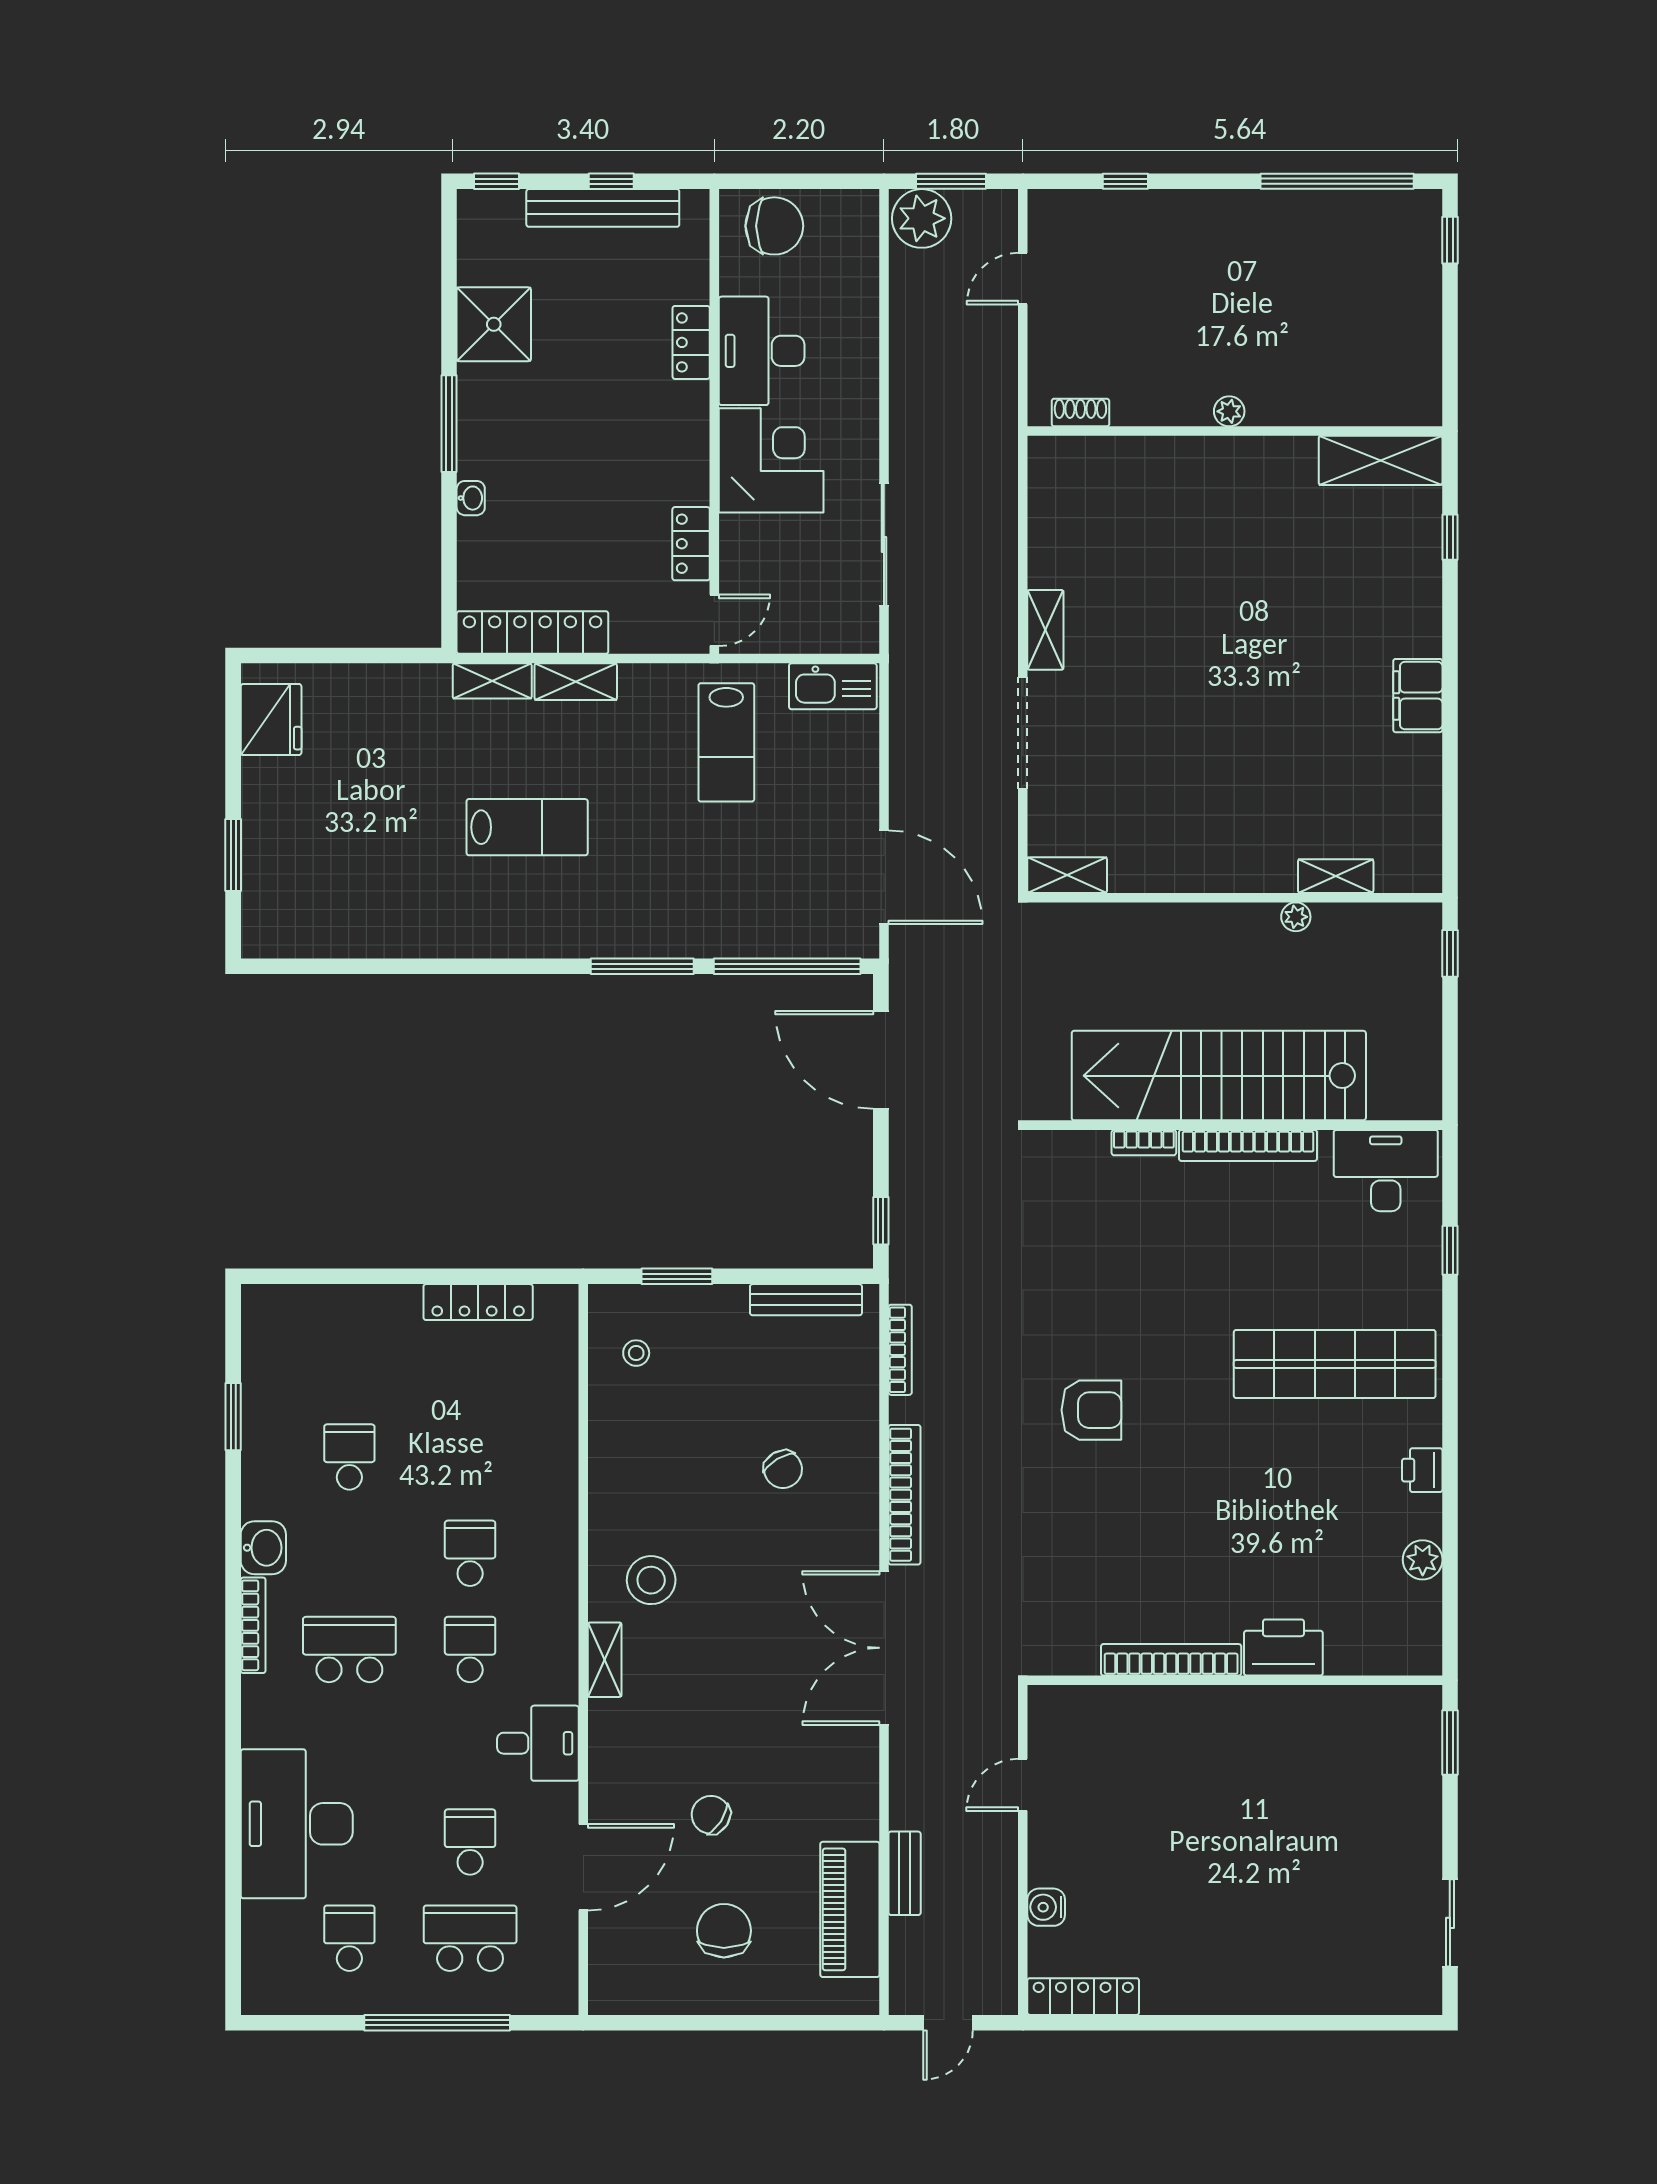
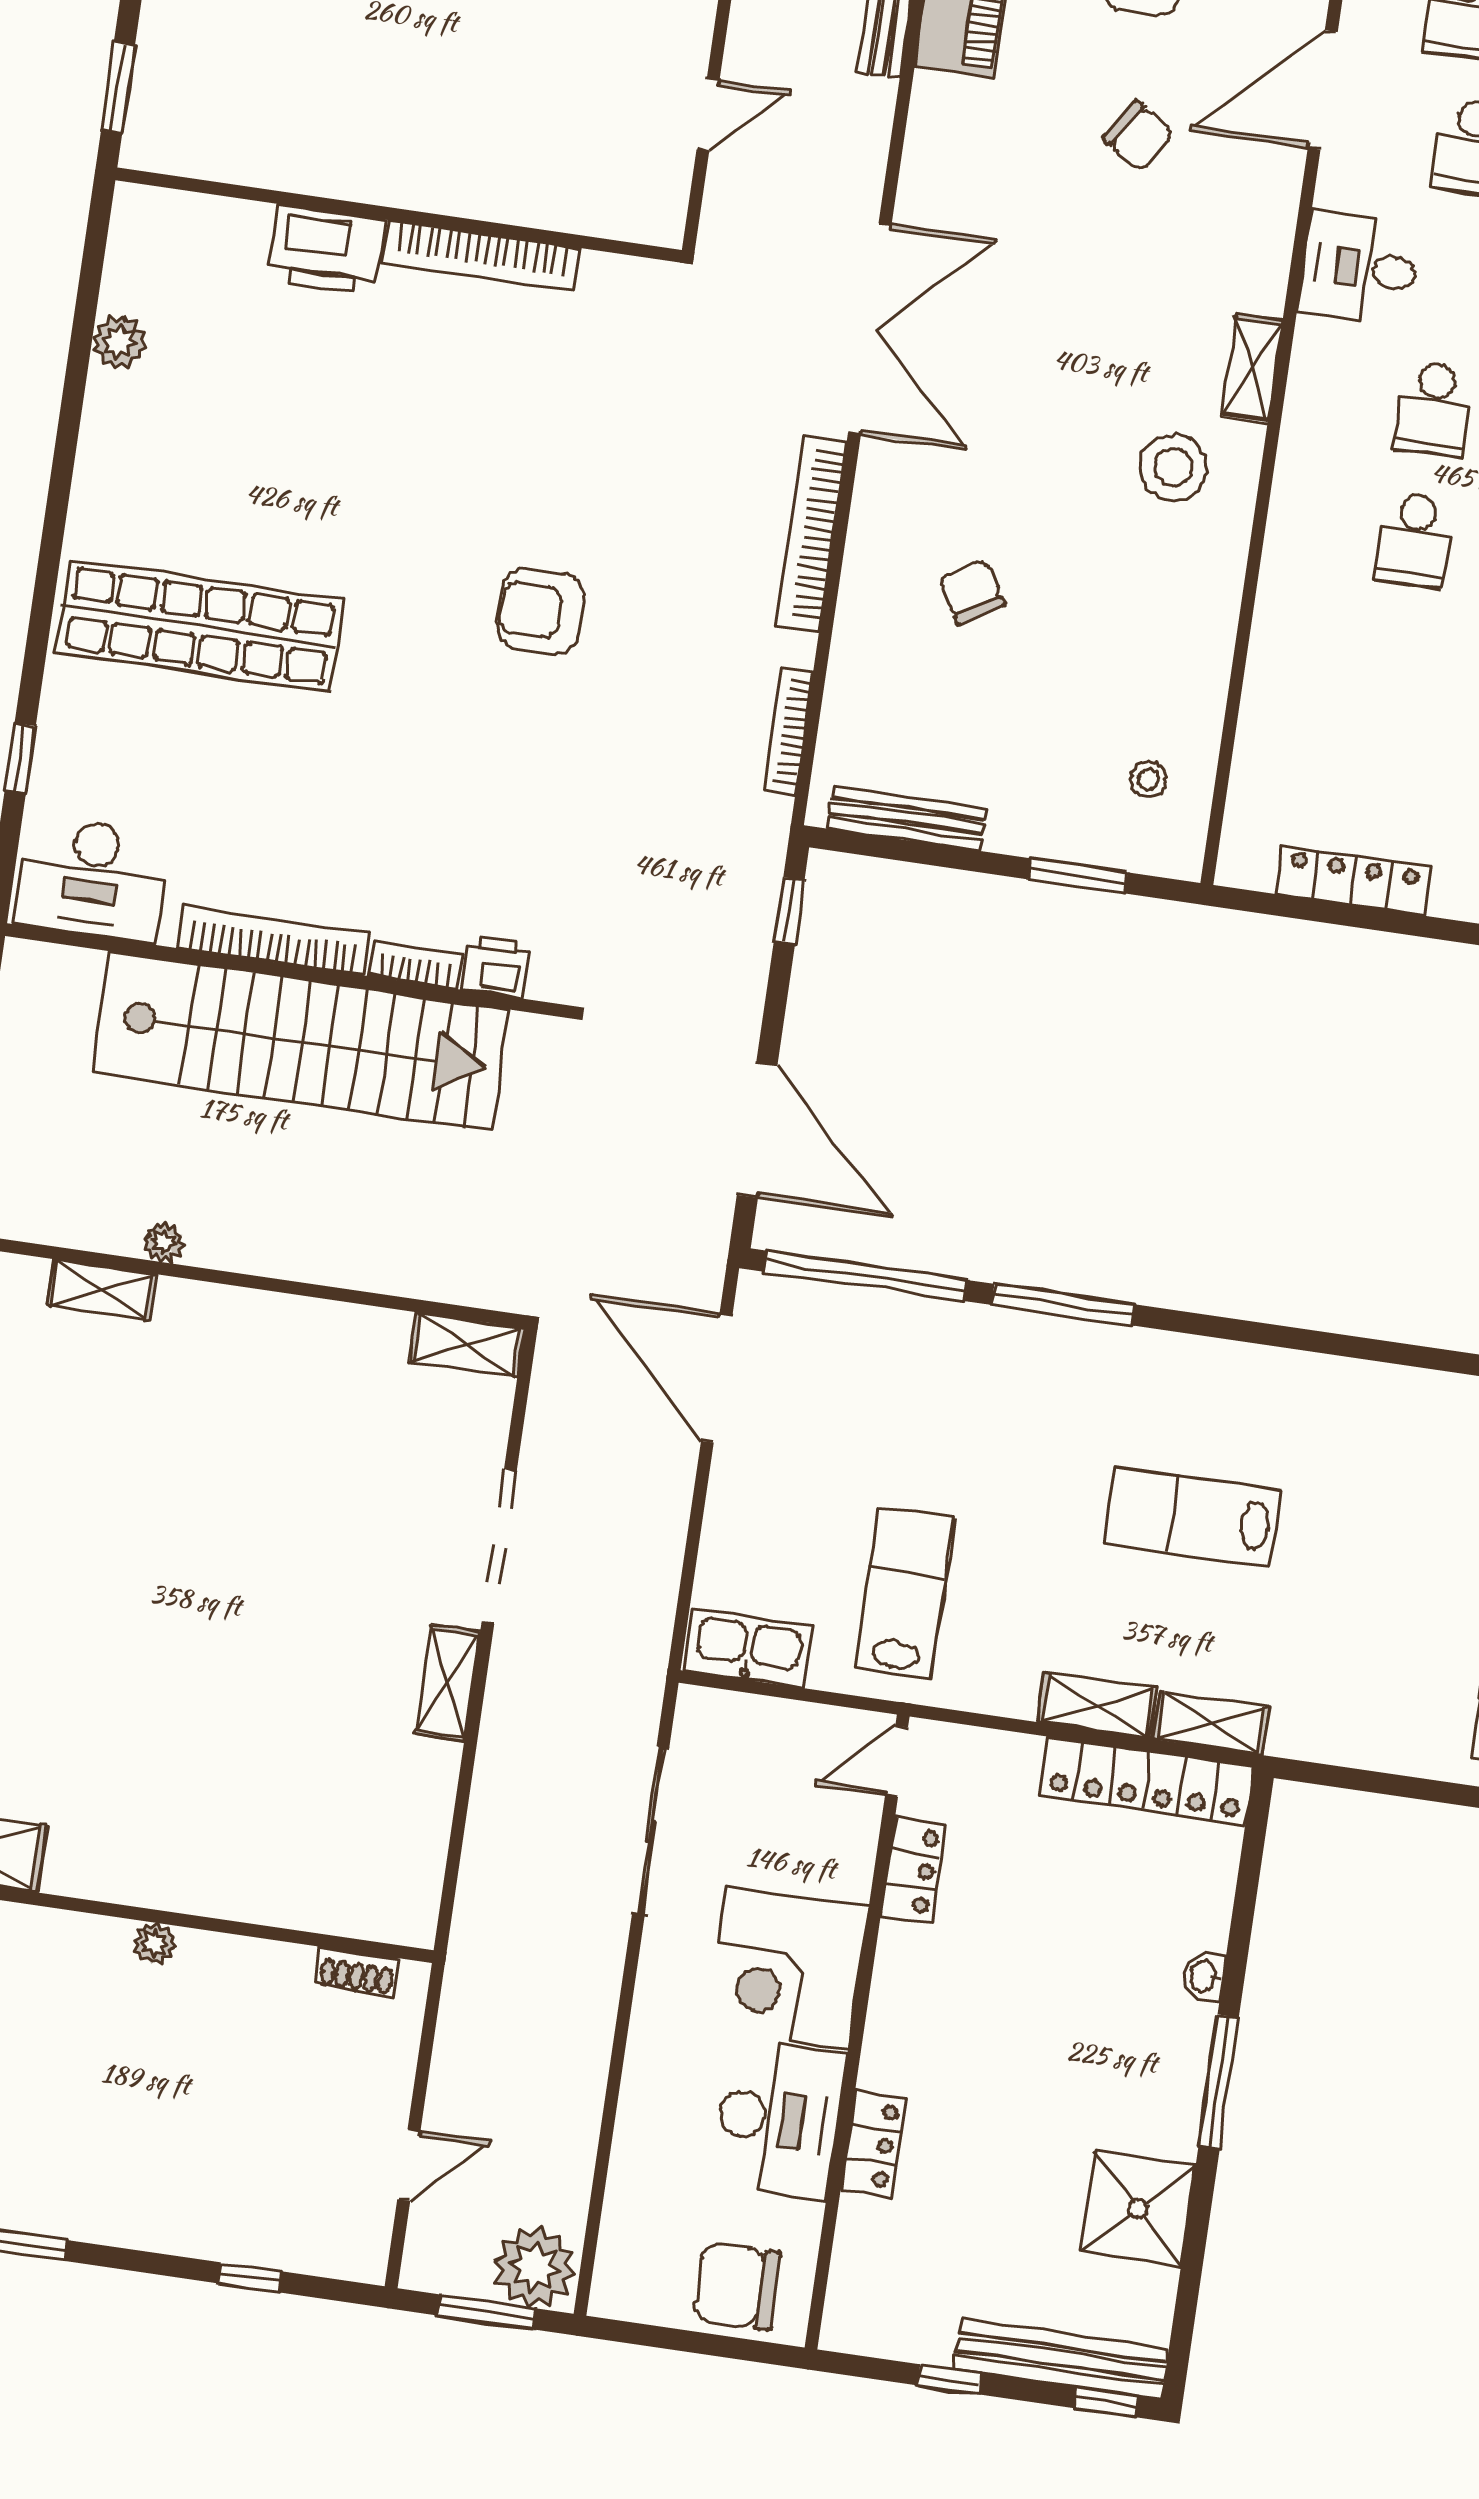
bench: (603, 208) -> (1061, 2359), moved
printer: (1422, 1470) -> (495, 967), moved, turned -90

